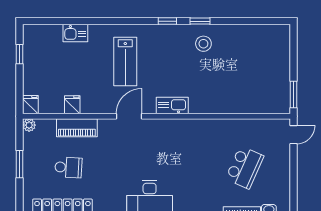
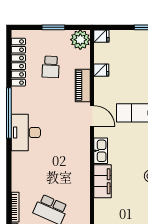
filing cabinet: (210, 103) -> (103, 181), added
plant: (29, 125) -> (80, 40), width x1.87, depth x1.87
piano: (77, 128) -> (83, 85), moved

